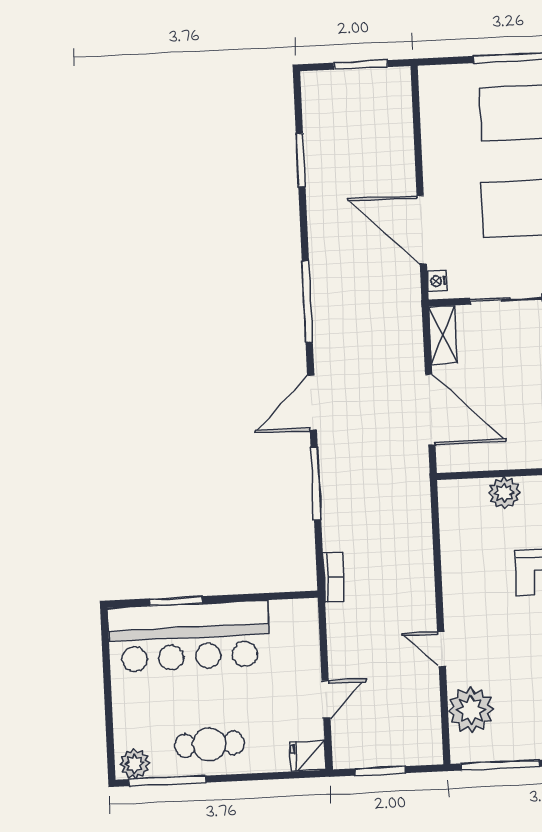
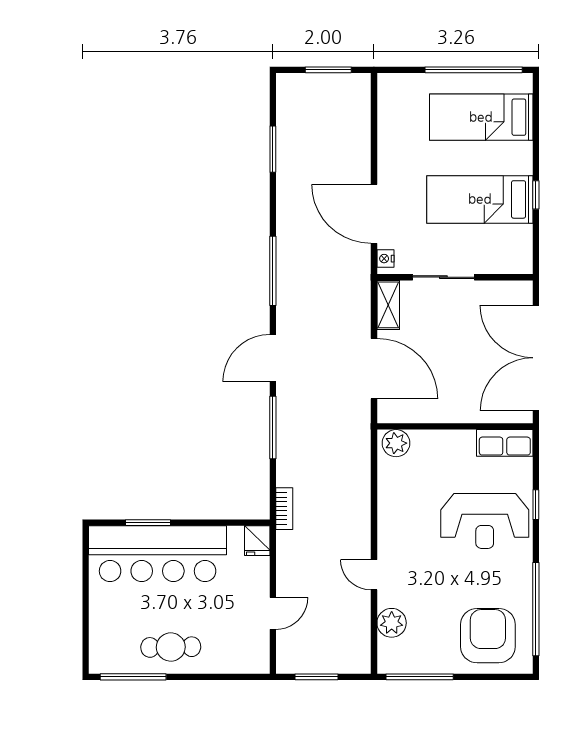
plant: (504, 493) -> (396, 443), moved
plant: (471, 710) -> (392, 623), width x0.73, depth x0.73
fridge: (308, 756) -> (257, 541), moved, turned -90
plant: (135, 764) -> (106, 661), removed

